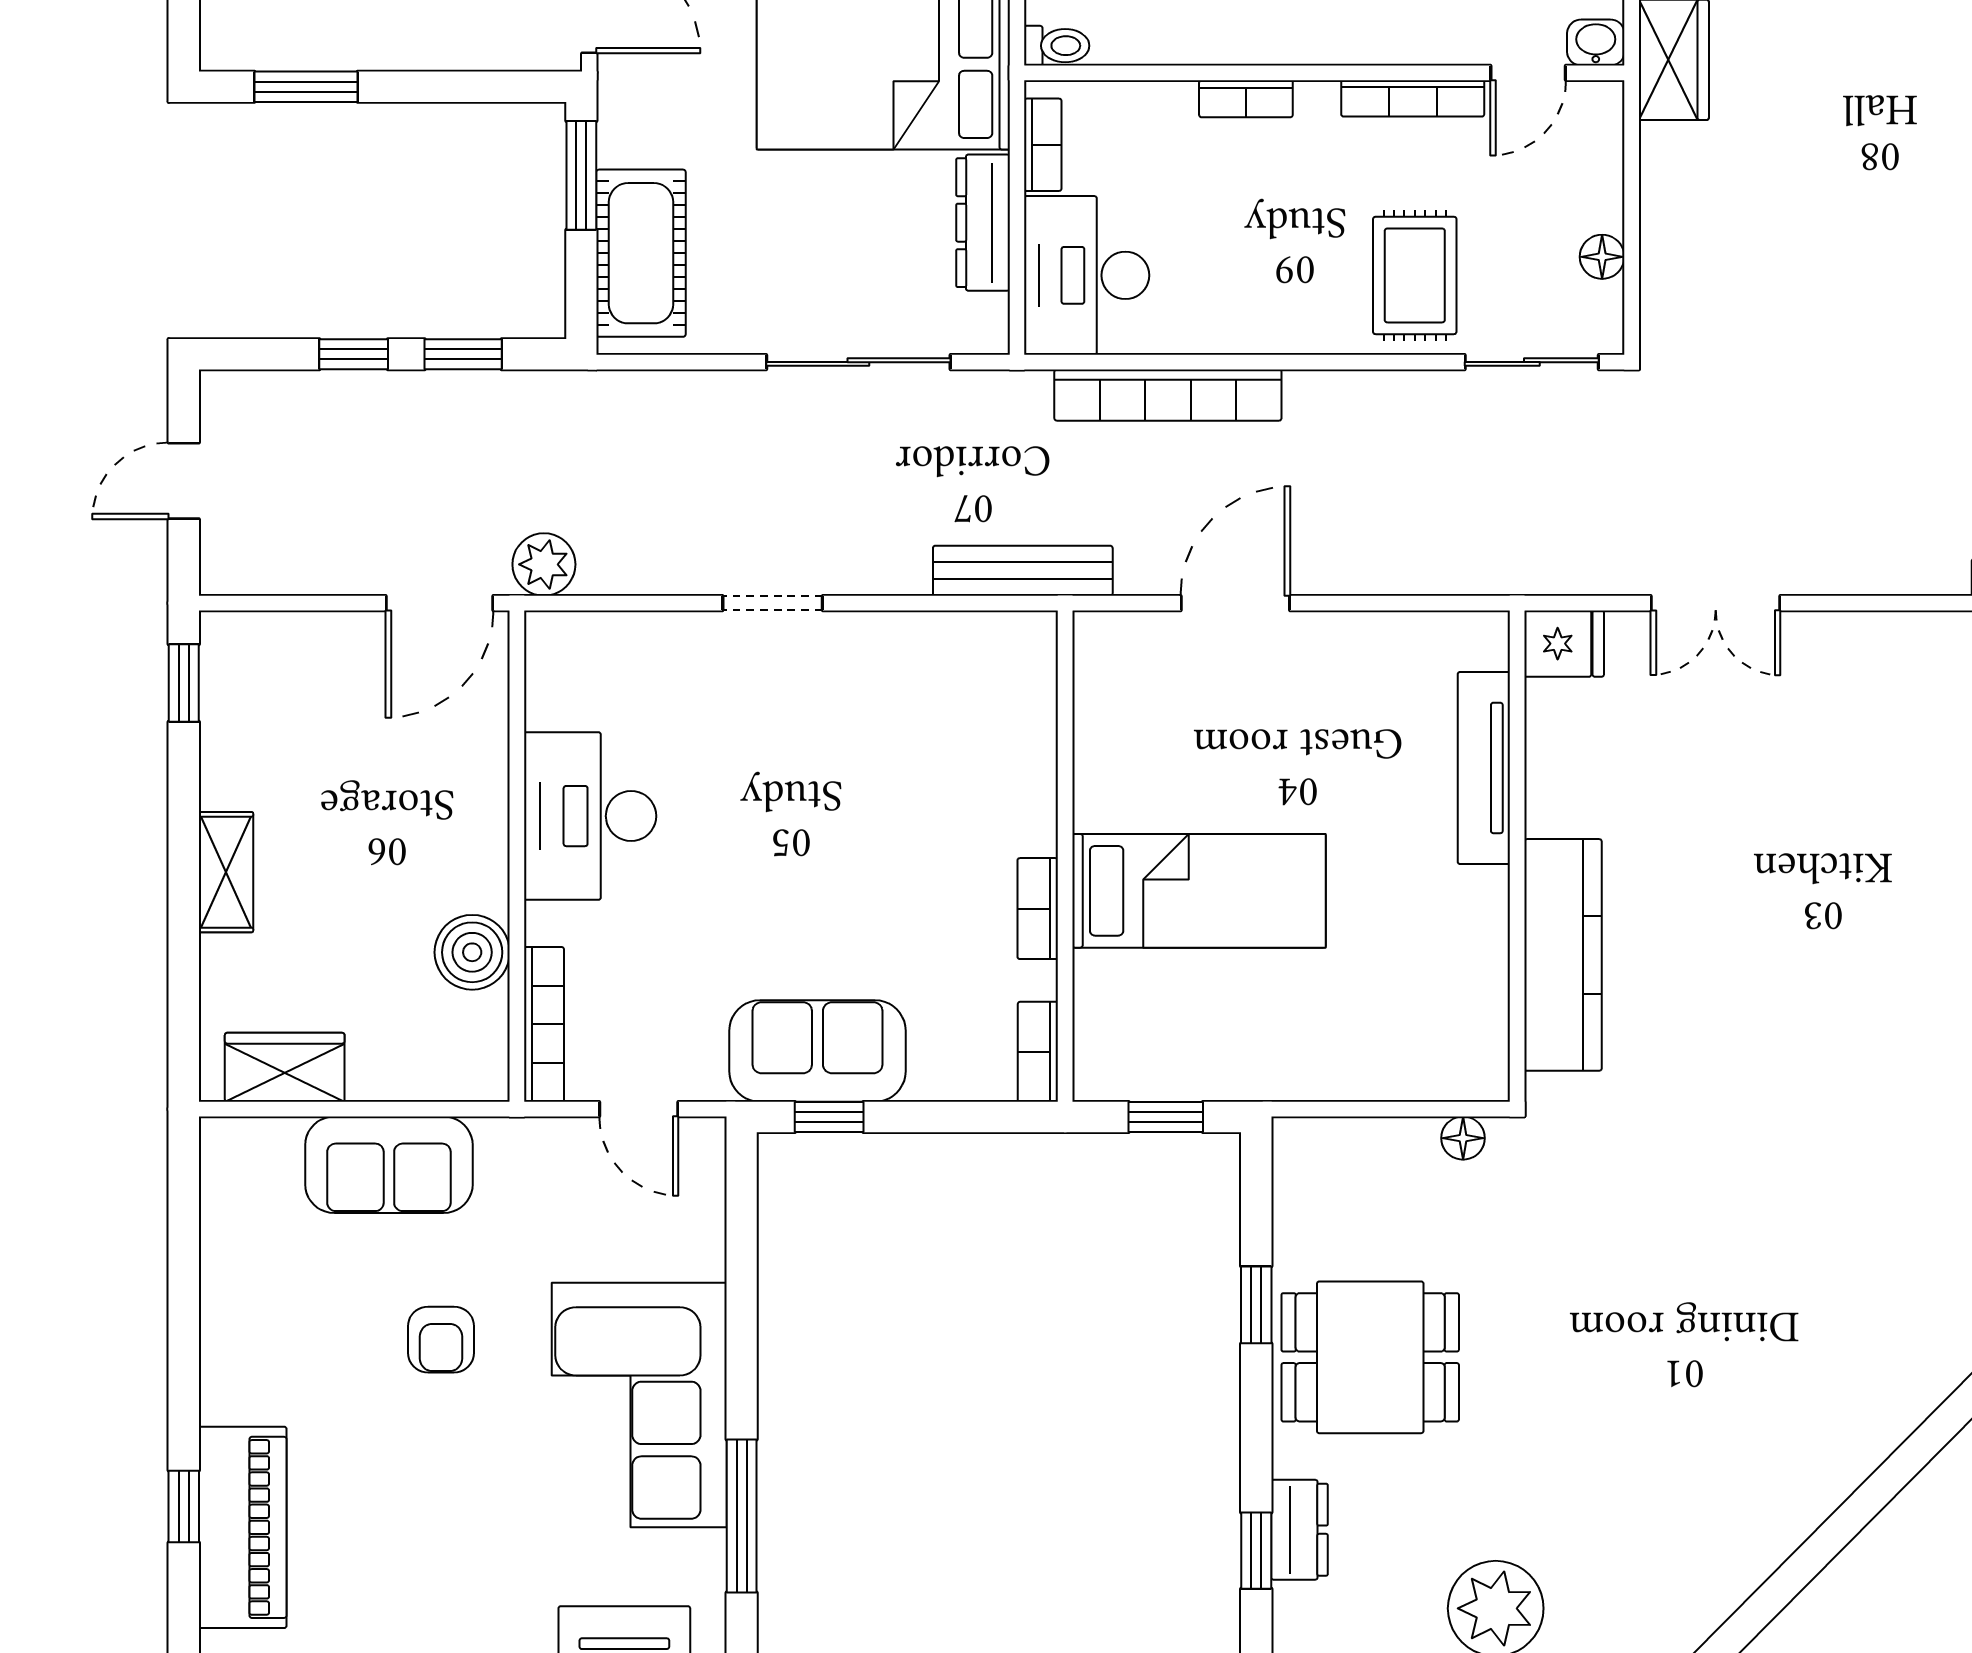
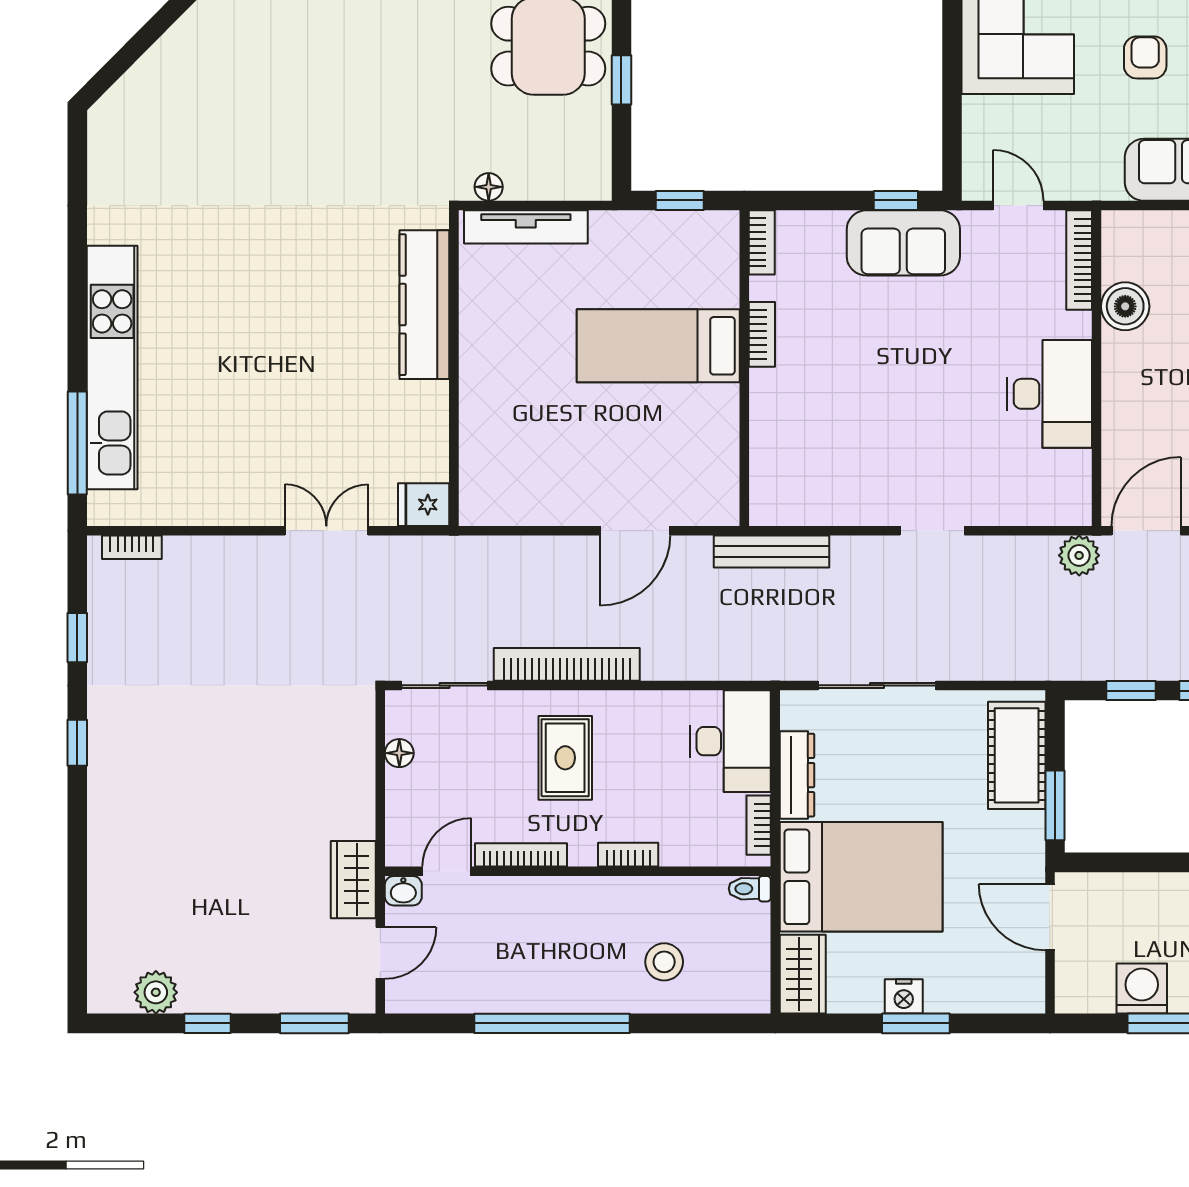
rug: (1415, 275) -> (565, 758), moved
bookcase: (1168, 395) -> (567, 664), moved
tv unit: (1484, 768) -> (526, 227), moved, turned 90

